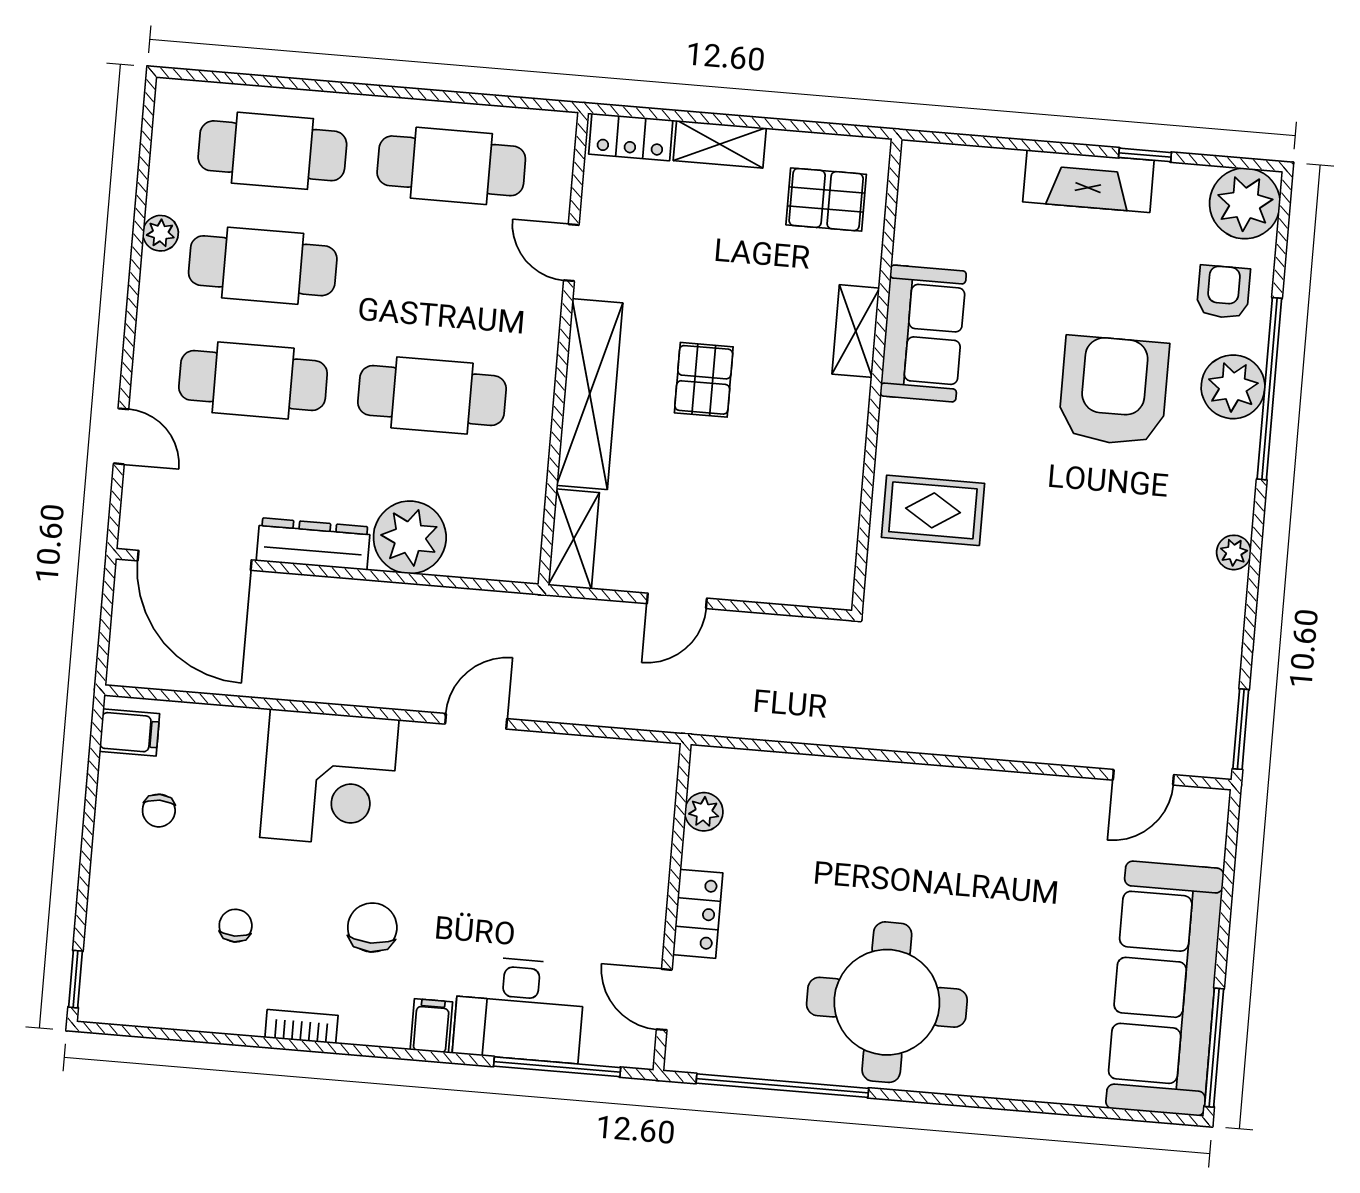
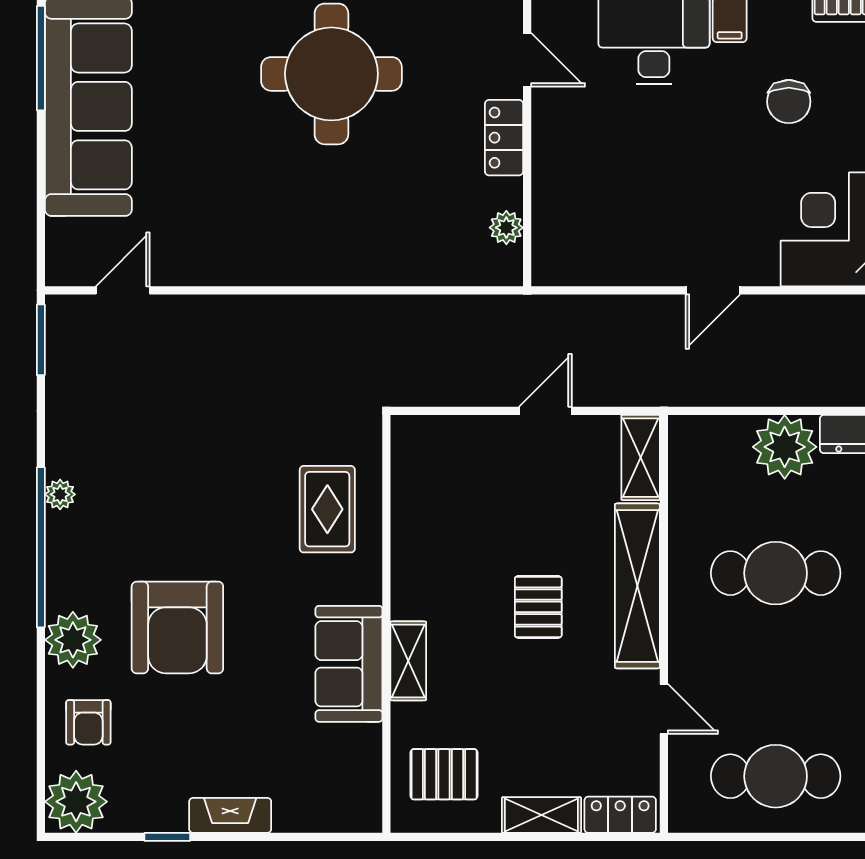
fireplace: (1088, 181) -> (230, 815), width x0.73, depth x0.76
window: (1269, 389) -> (41, 547), moved
rug: (933, 510) -> (327, 509), turned 90

